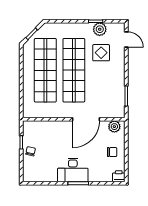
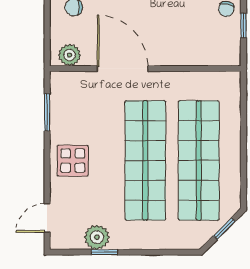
door: (126, 39) -> (47, 218), hinge flipped
display table: (101, 53) -> (73, 161), moved
door: (86, 119) -> (123, 69), hinge flipped

